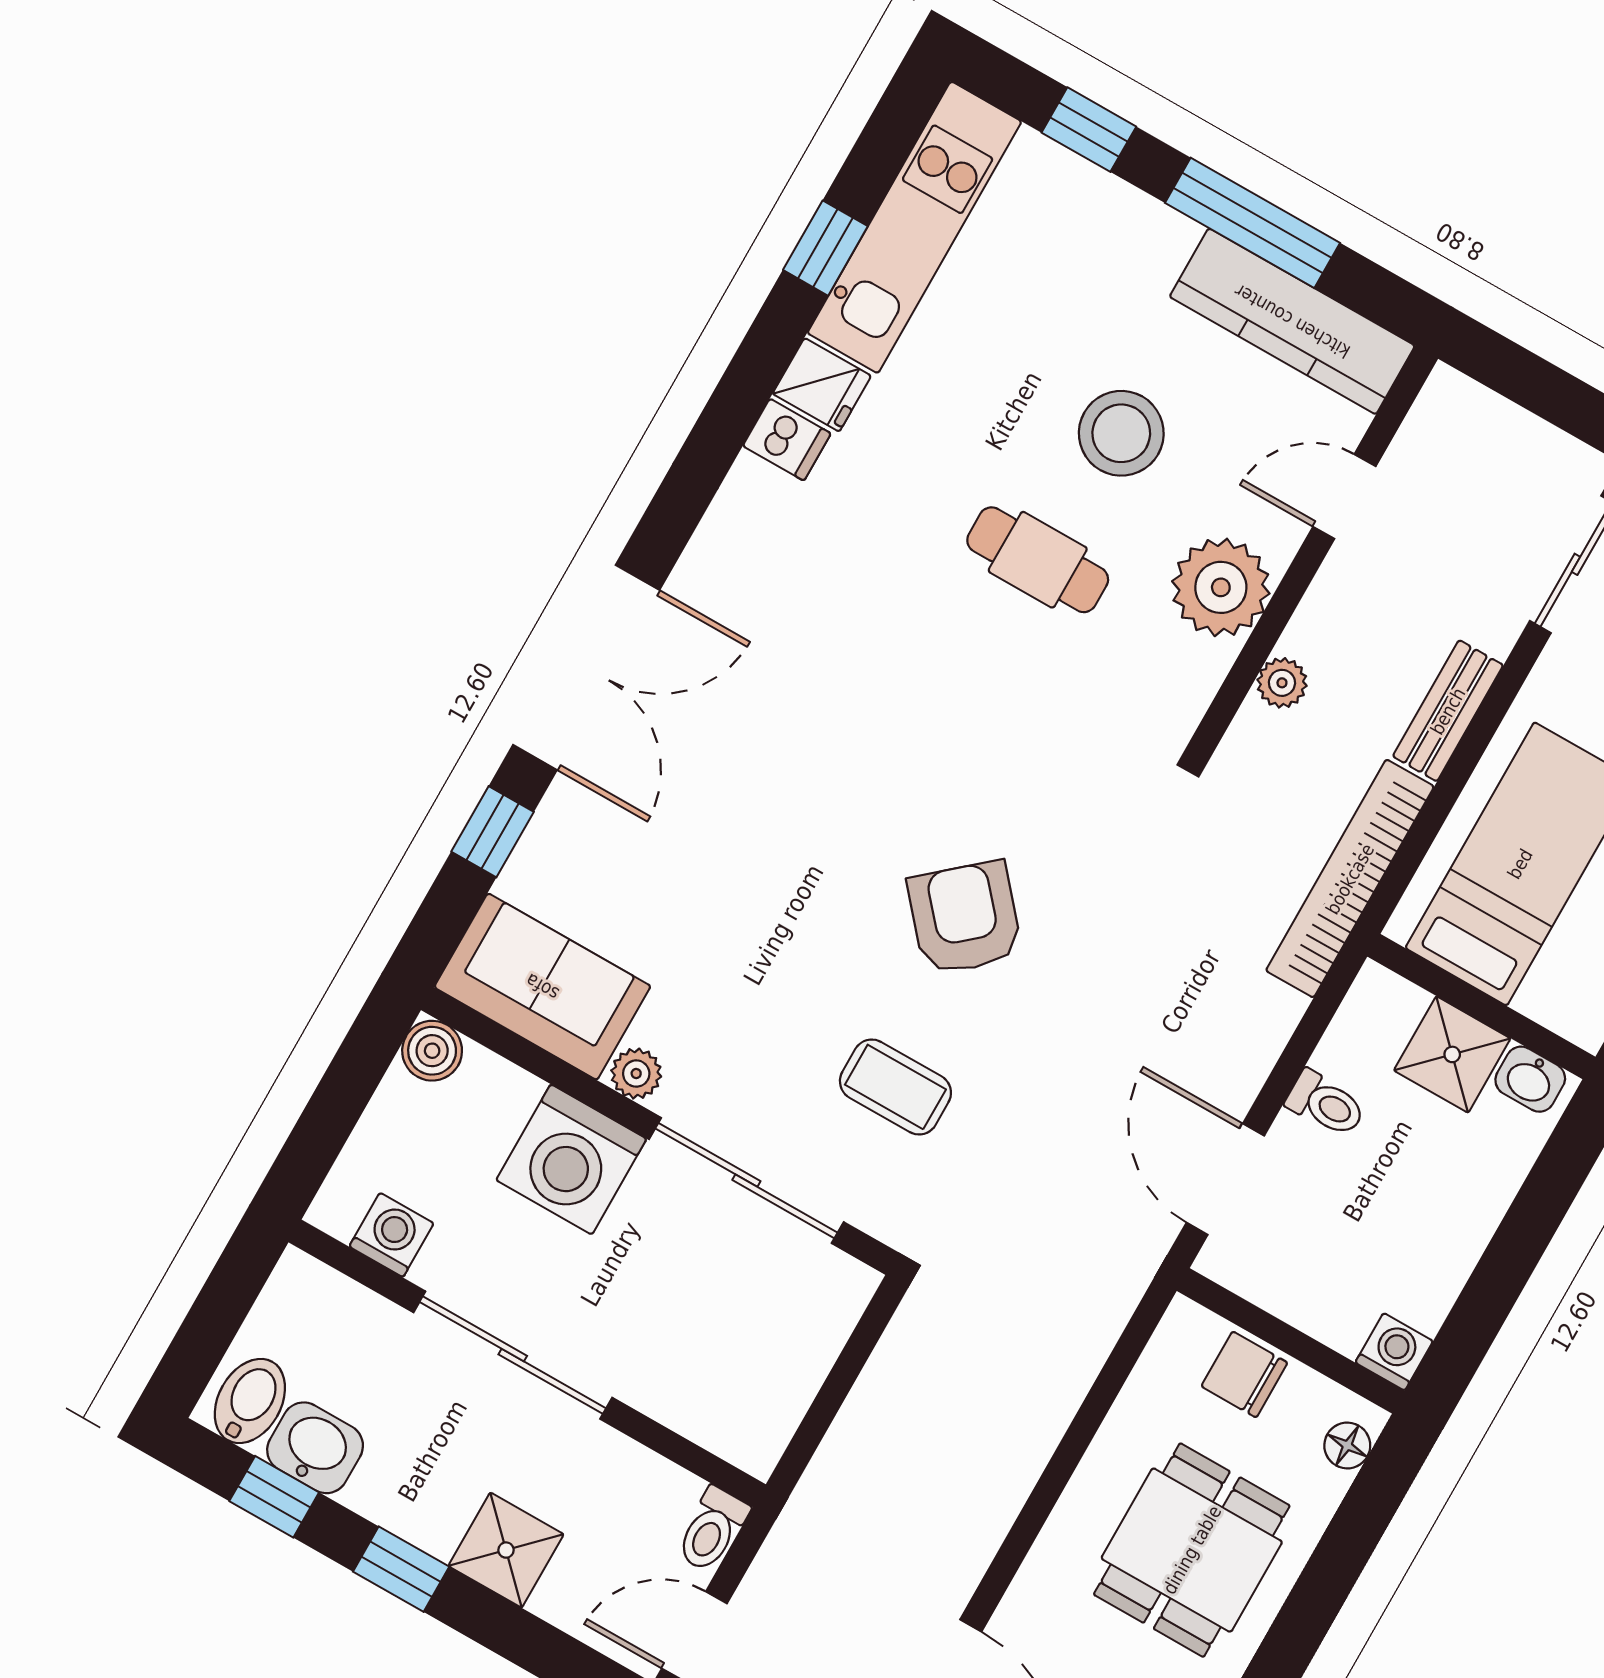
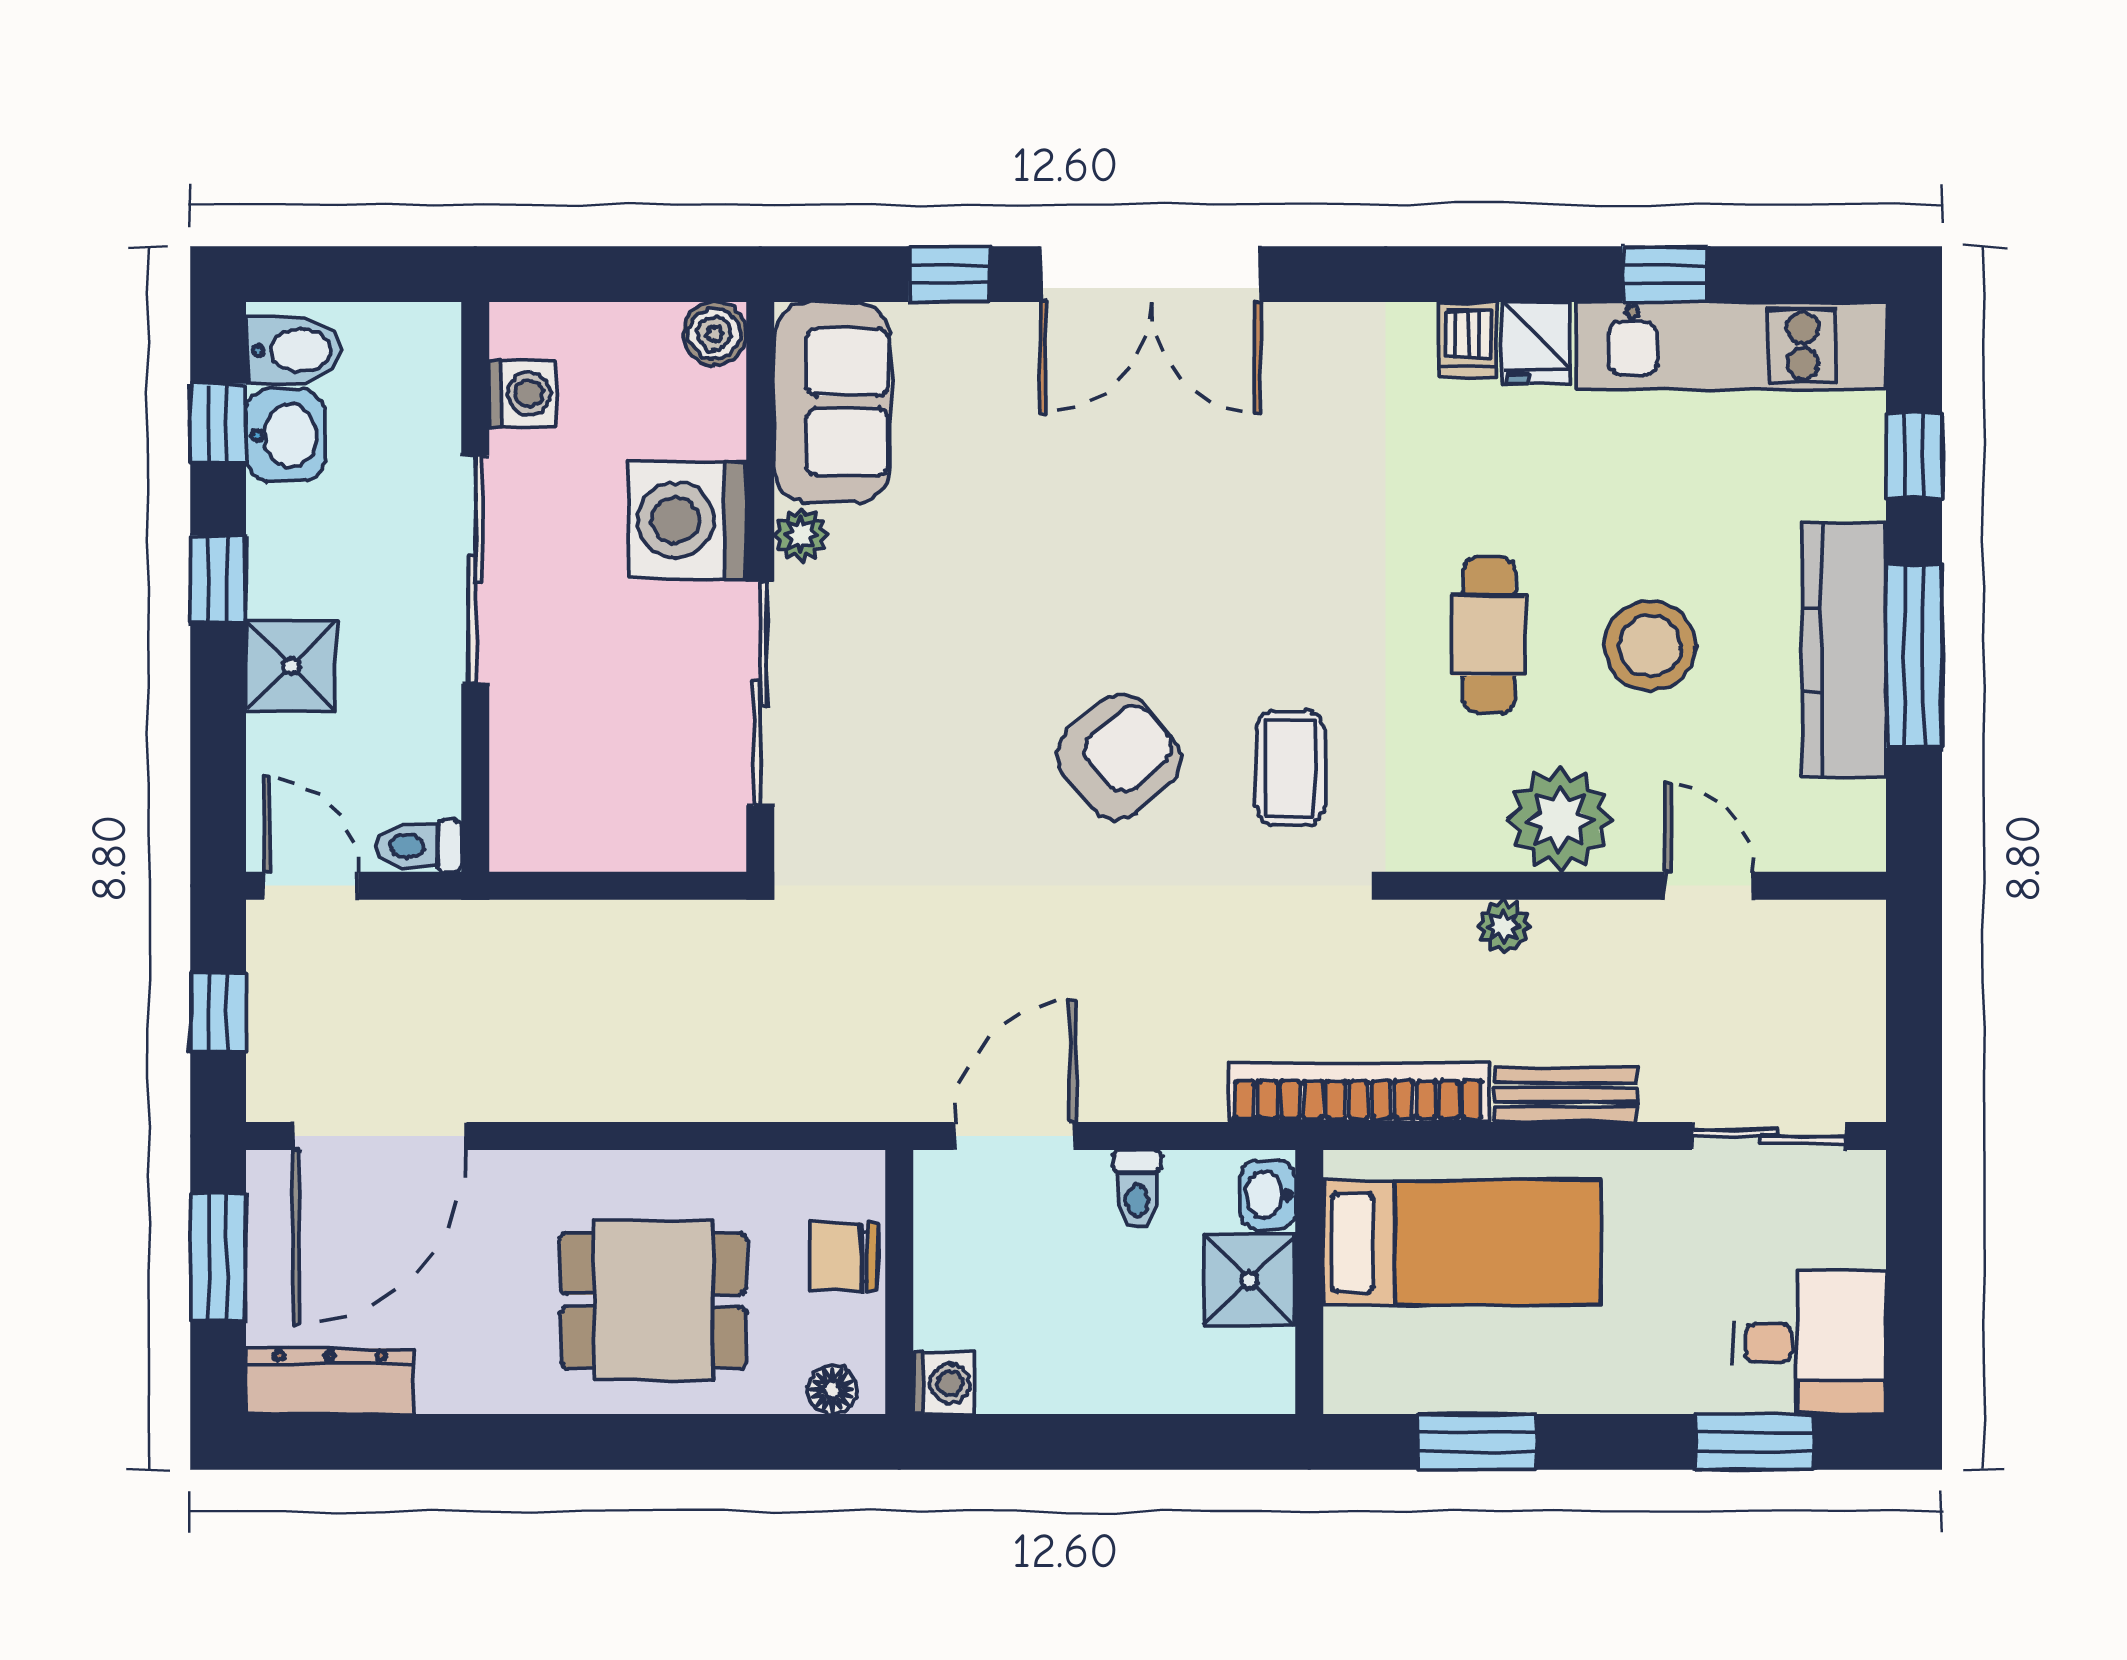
kitchen counter: (1292, 321) -> (1844, 650), moved
washbasin: (1530, 1079) -> (1268, 1195), moved
coffee table: (895, 1087) -> (1290, 768), moved
chair: (1244, 1374) -> (844, 1257), turned -90

